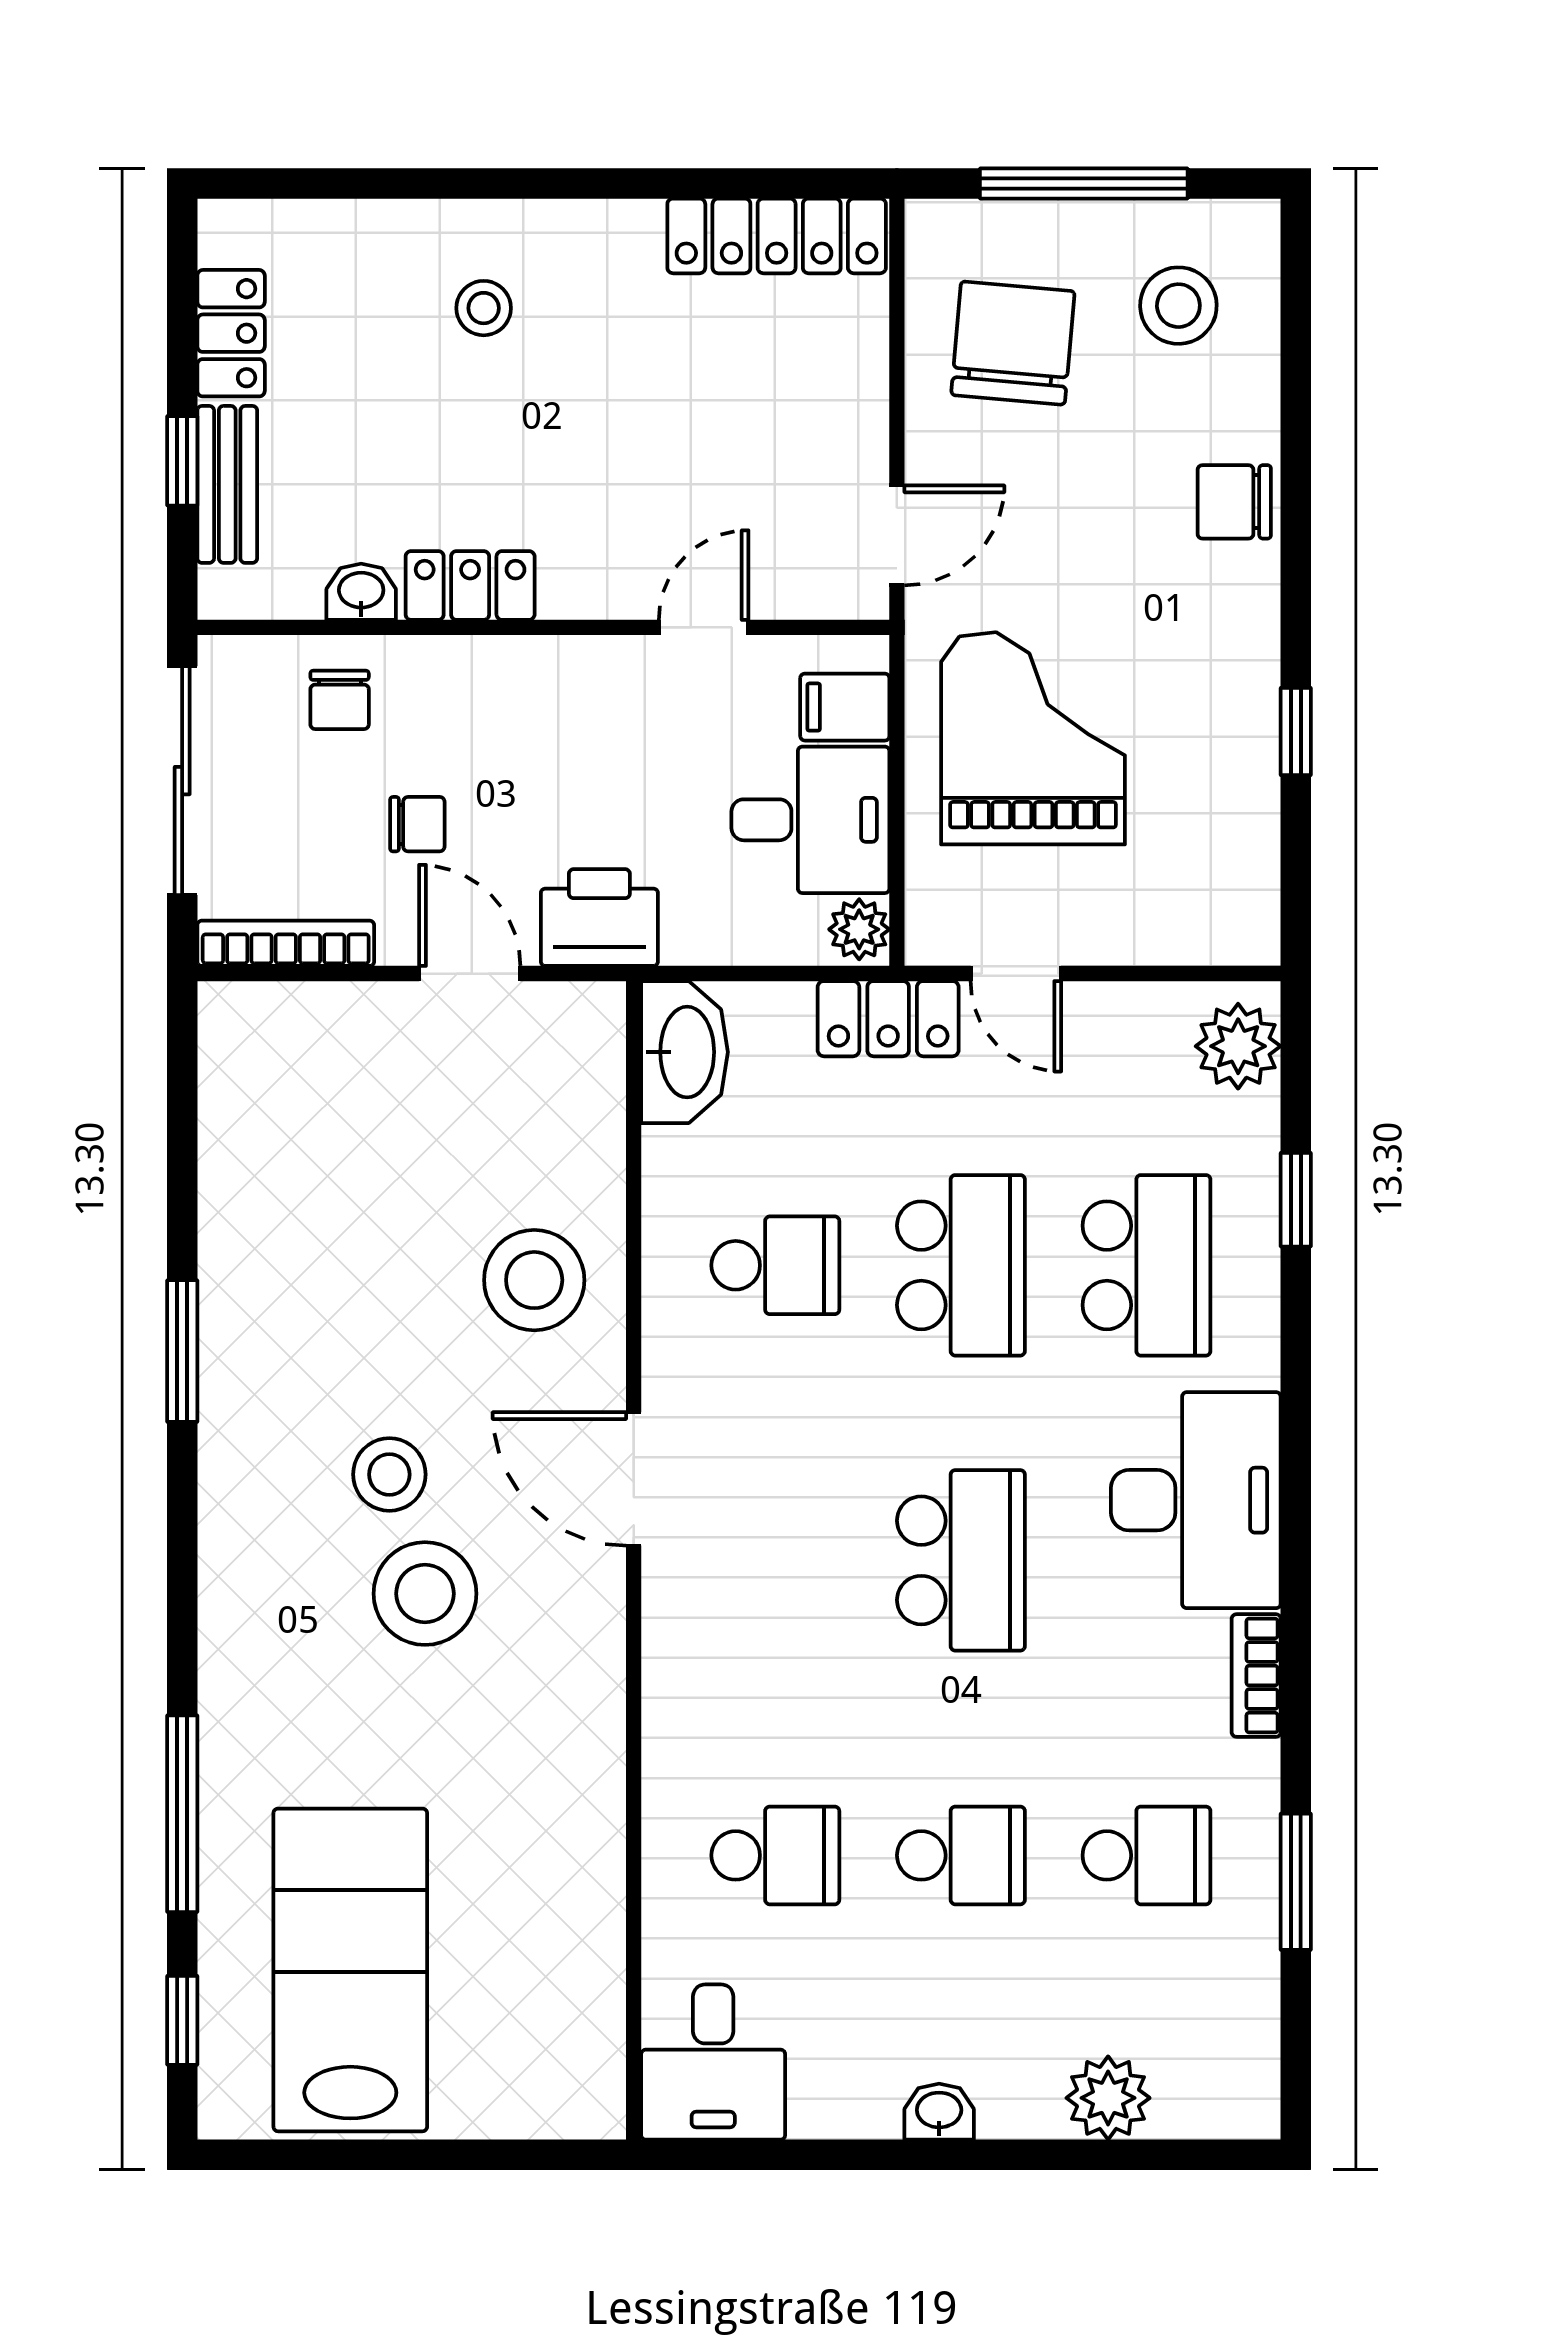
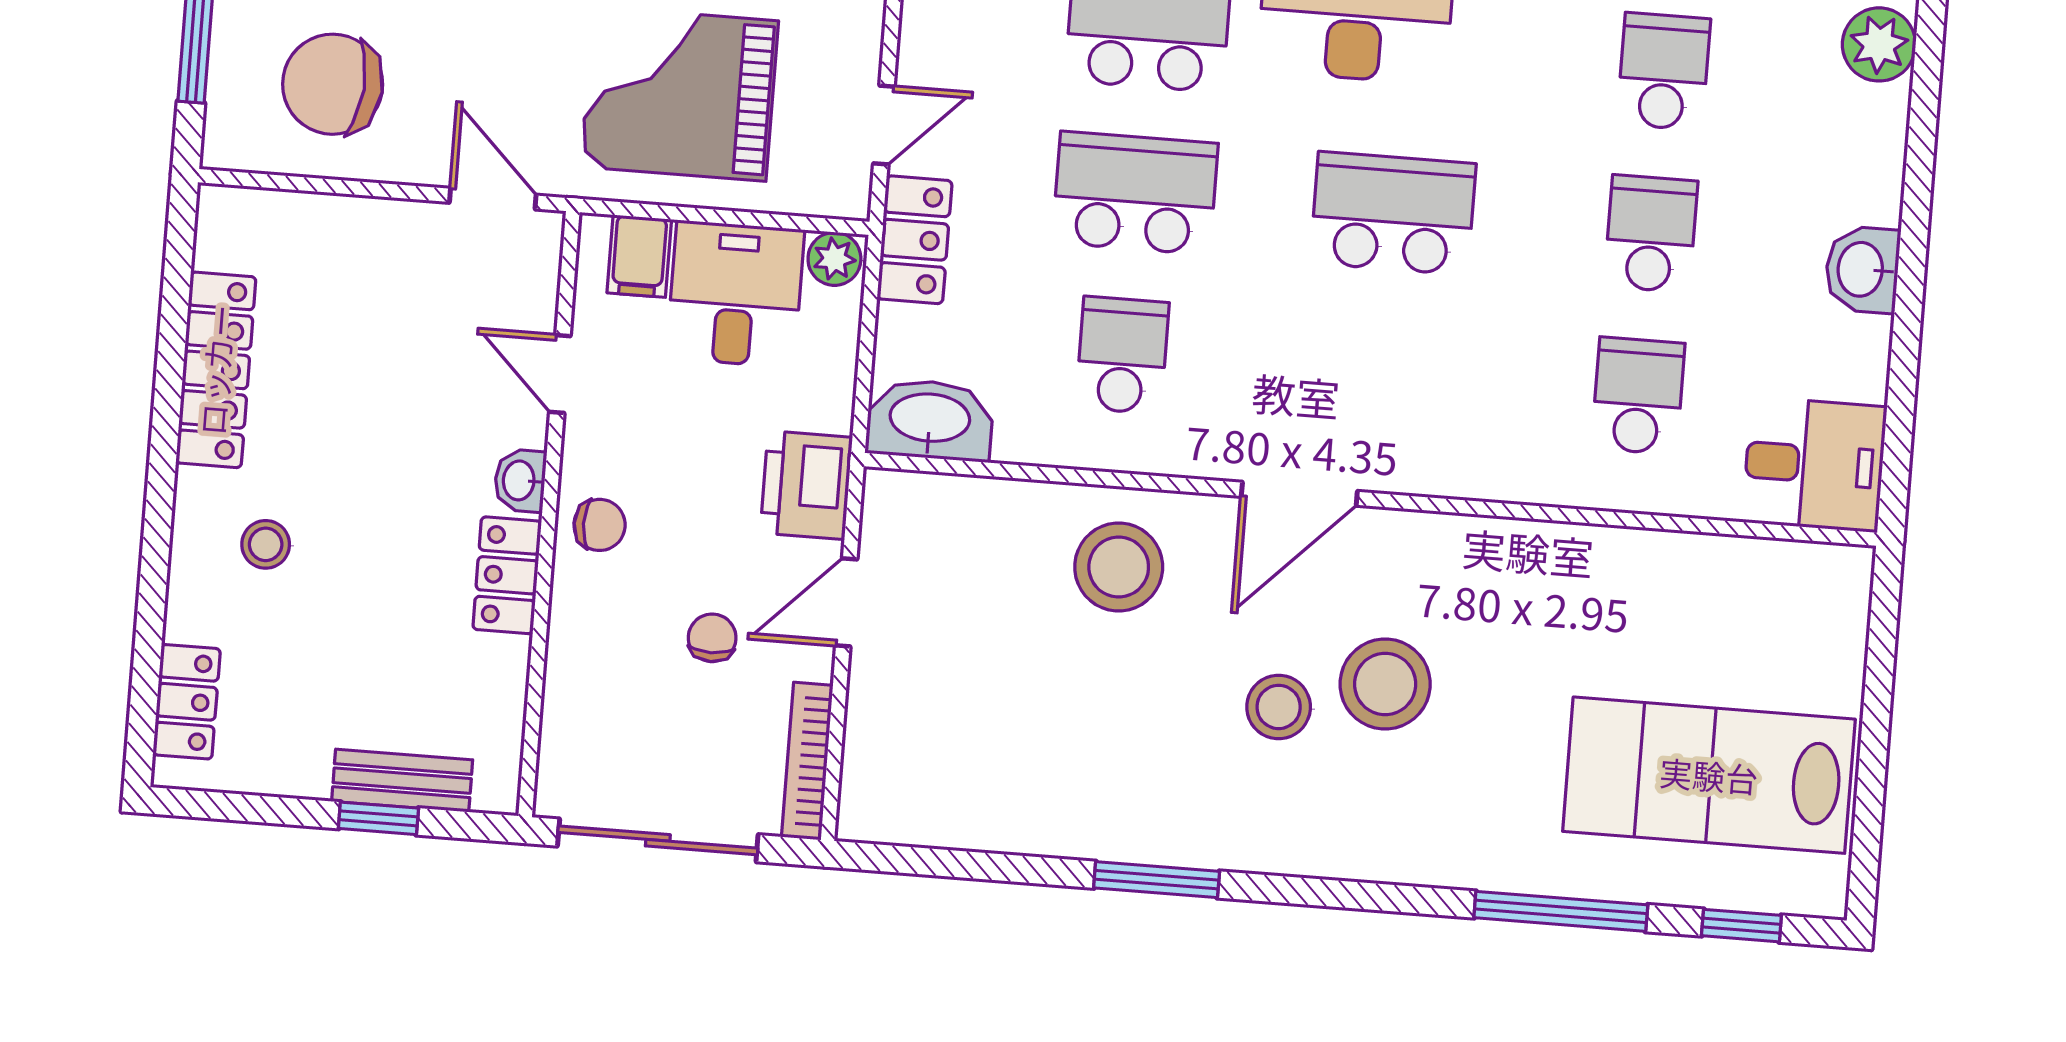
locker: (777, 236) -> (216, 370), moved
locker: (231, 333) -> (187, 702), moved, turned 90
washbasin: (361, 592) -> (520, 481), moved
chair: (340, 700) -> (600, 525), moved
plant: (1108, 2098) -> (1879, 44), moved
washbasin: (939, 2112) -> (1862, 269), width x1.38, depth x1.45

